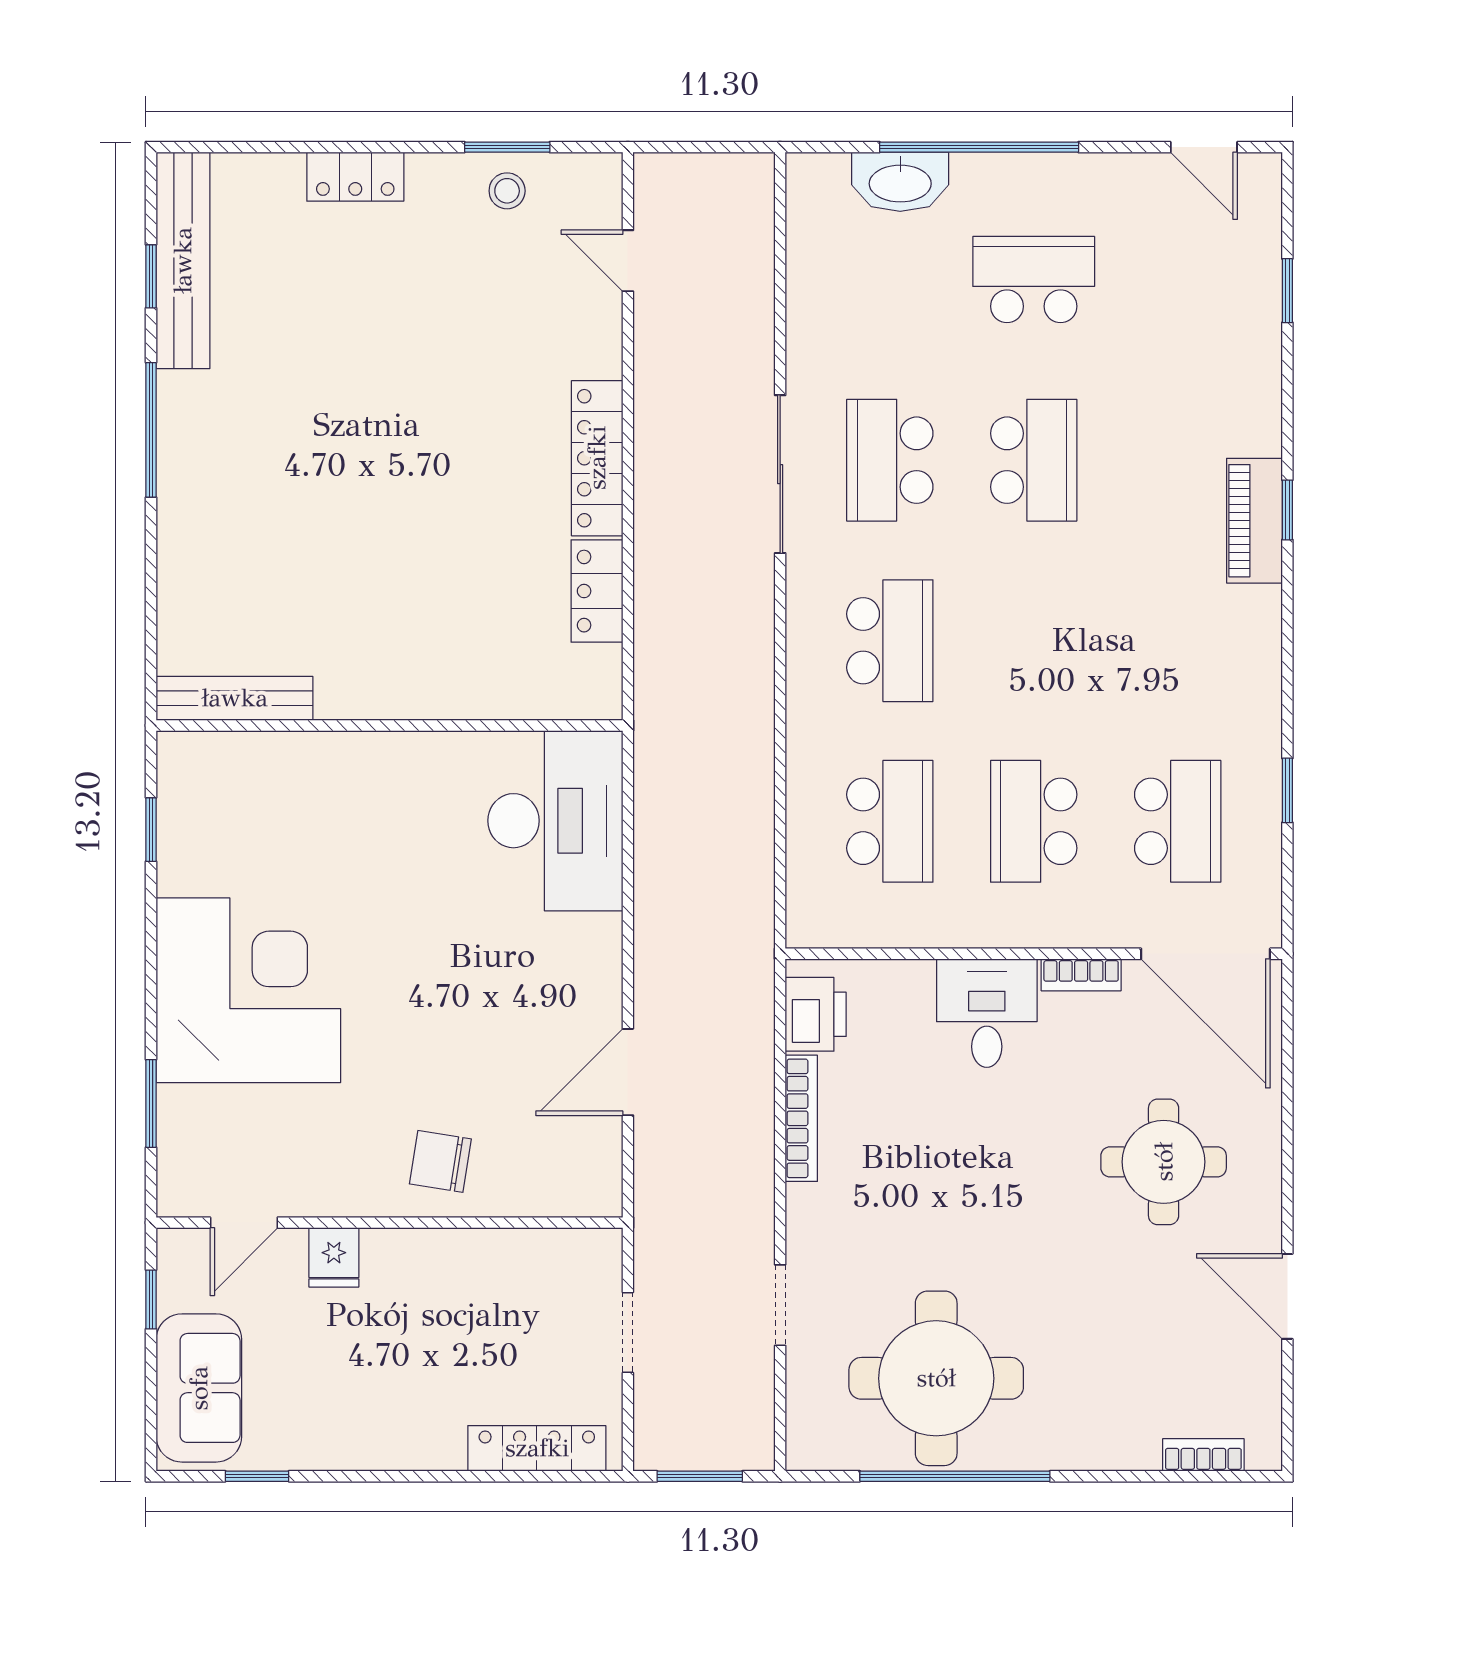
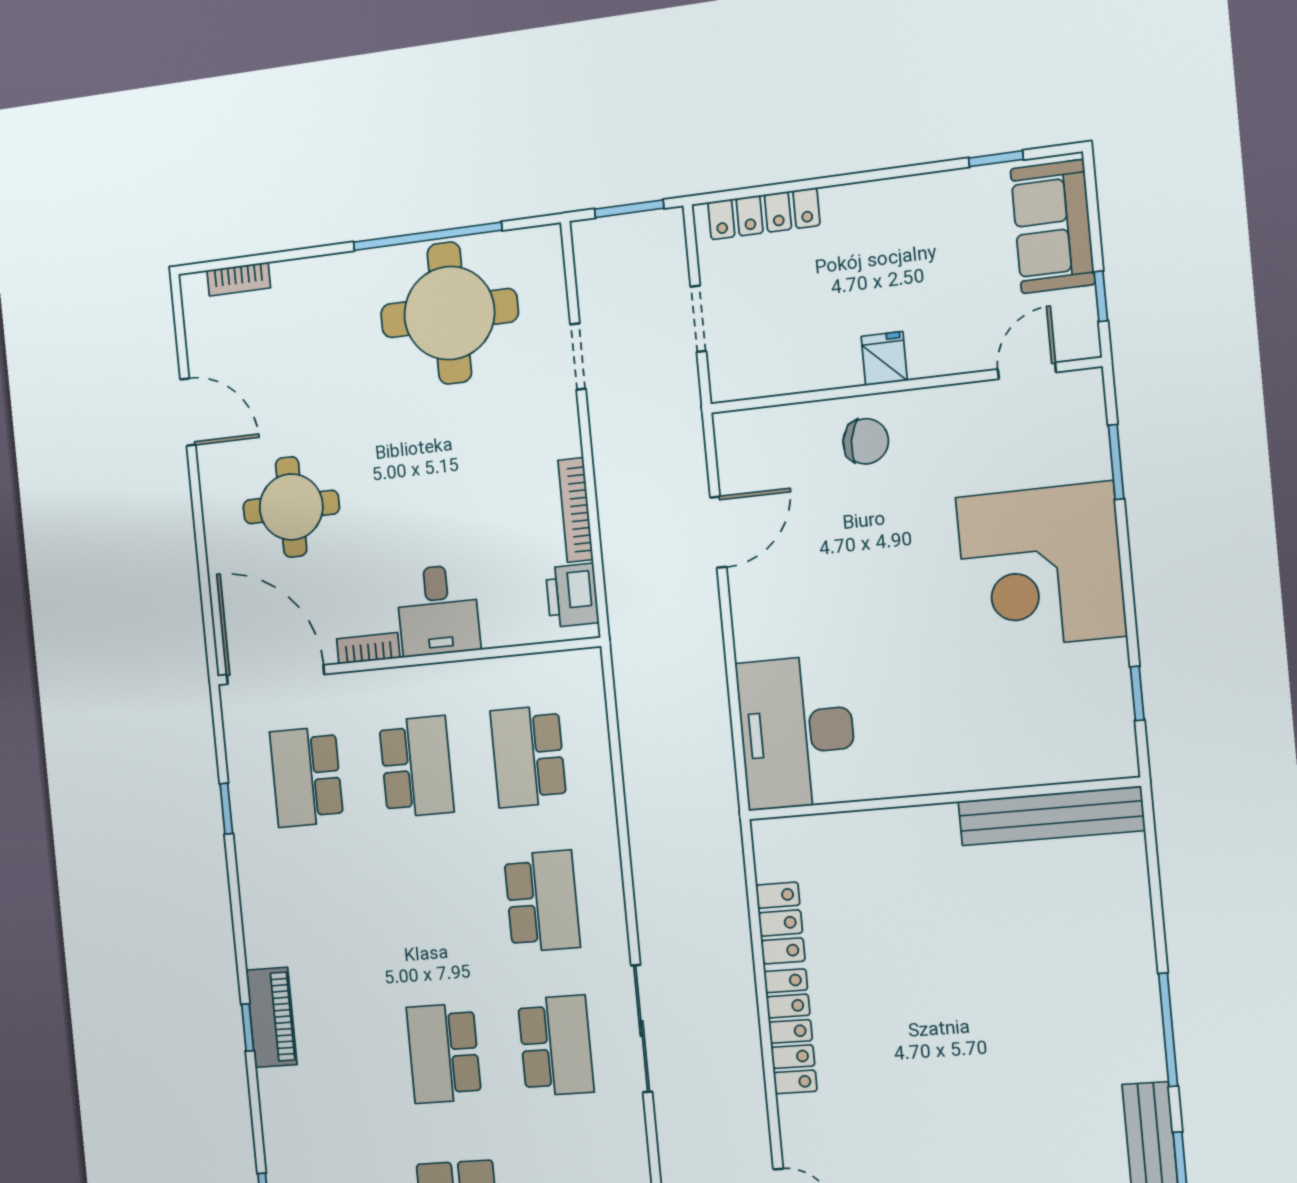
school desk: (890, 641) -> (542, 901), turned 180
bench: (235, 698) -> (1051, 816), width x1.37, depth x1.21
fridge: (334, 1257) -> (884, 359), moved

